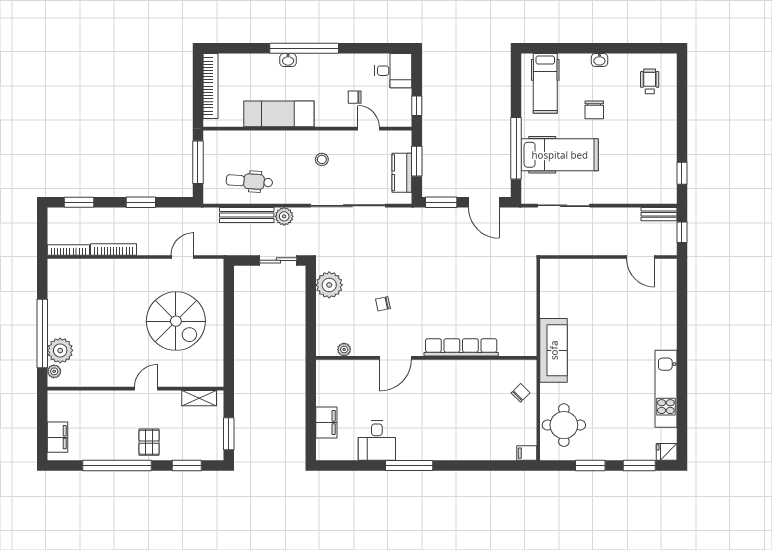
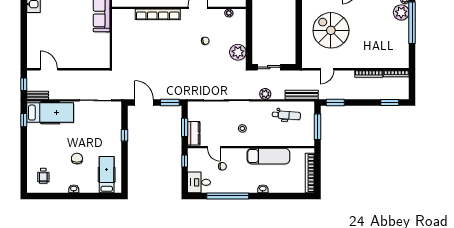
window: (304, 48) -> (228, 196), moved
window: (516, 148) -> (124, 135), width x0.32
hospital bed: (560, 155) -> (50, 113), moved, turned 180
kitchen counter: (402, 173) -> (194, 133), moved
window: (141, 202) -> (335, 102), moved
bench: (247, 215) -> (302, 95), moved

